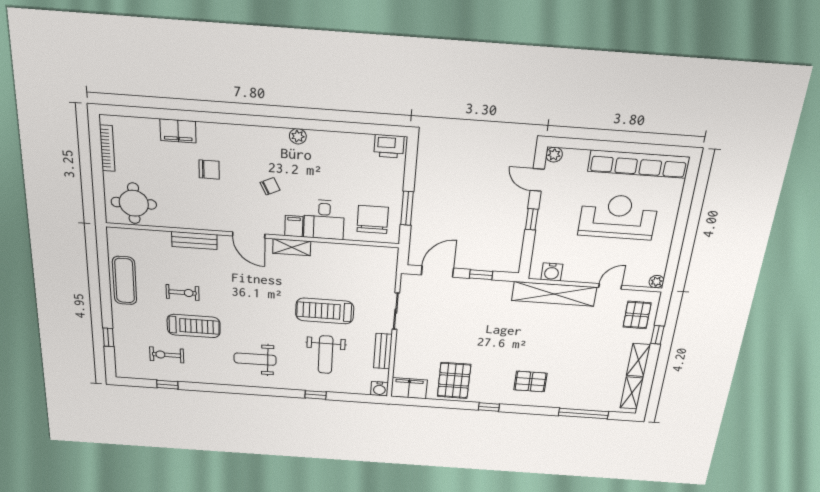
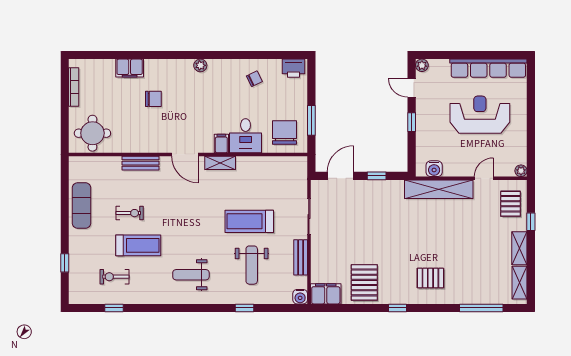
plant: (298, 136) -> (200, 65), moved
chair: (270, 186) -> (254, 79), moved

